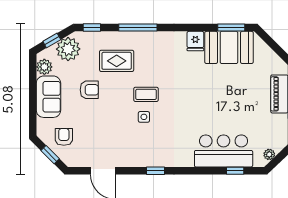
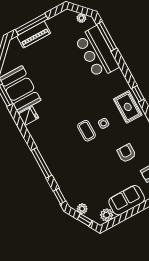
plant: (68, 49) -> (82, 209), width x0.53, depth x0.53
rug: (117, 61) -> (128, 107), moved
armchair: (89, 90) -> (126, 153), moved
window: (235, 171) -> (107, 36), width x2.17

